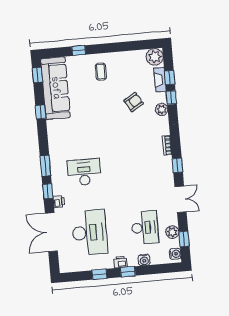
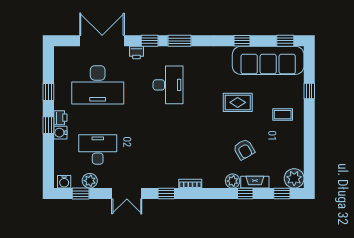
window: (170, 78) -> (282, 194), moved
fireplace: (160, 80) -> (255, 182), moved
rug: (94, 111) -> (238, 102), added
desk: (145, 228) -> (98, 149), turned 180
water cooler: (144, 260) -> (60, 133), moved

